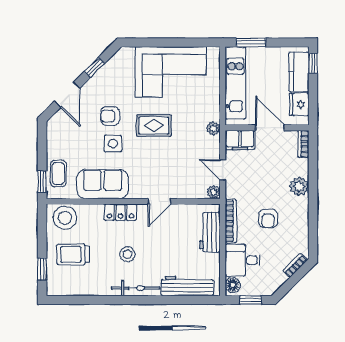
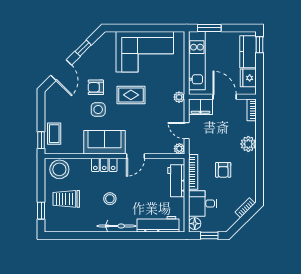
sofa: (103, 184) -> (104, 142), moved

